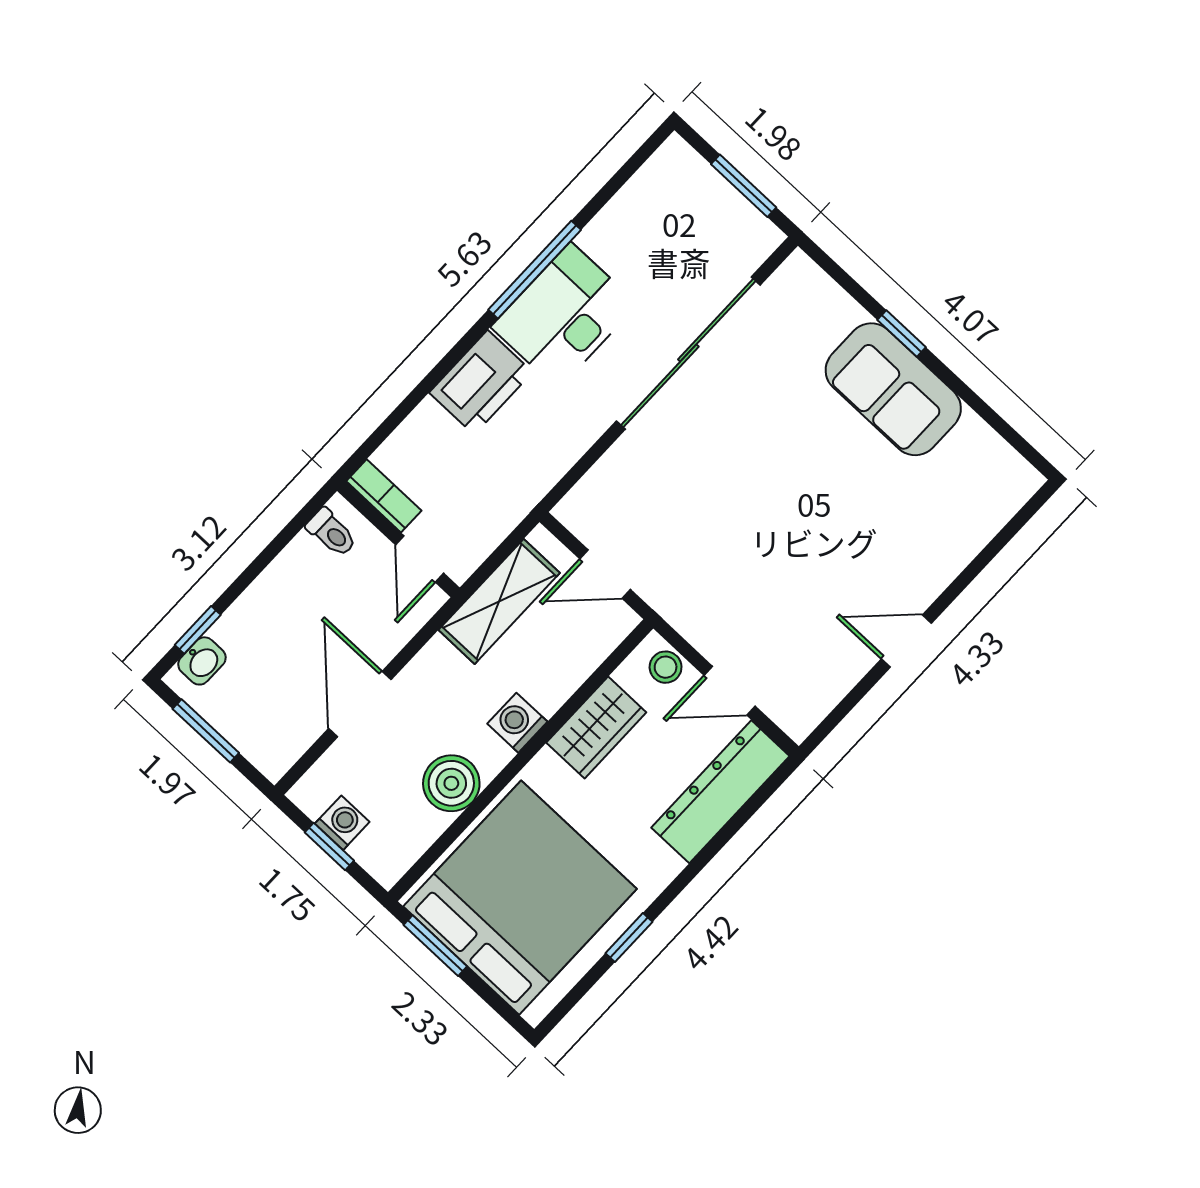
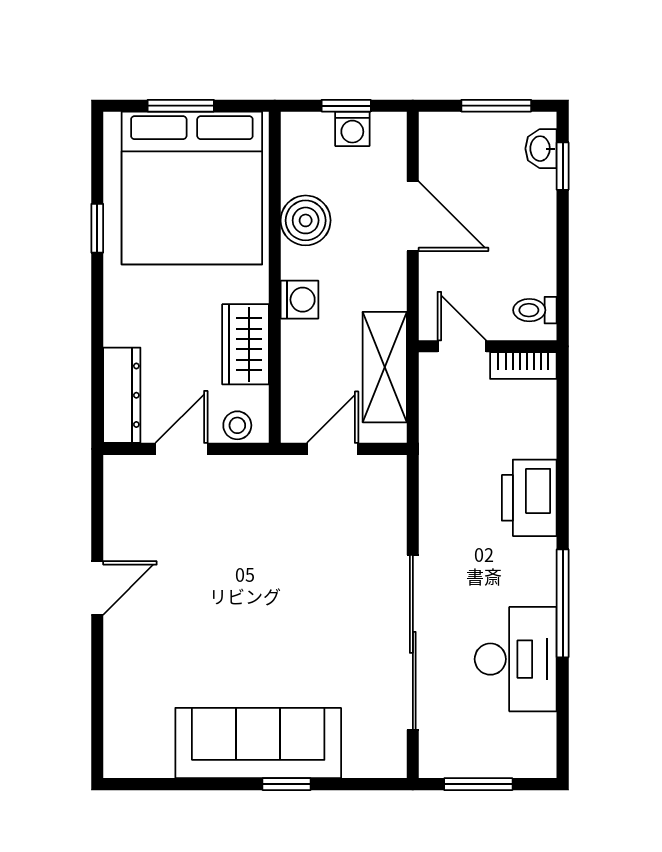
desk: (564, 316) -> (516, 659), moved
sofa: (893, 389) -> (258, 743), width x1.36
dresser: (720, 792) -> (122, 395), width x0.73, depth x0.80
window: (435, 946) -> (181, 106), moved

